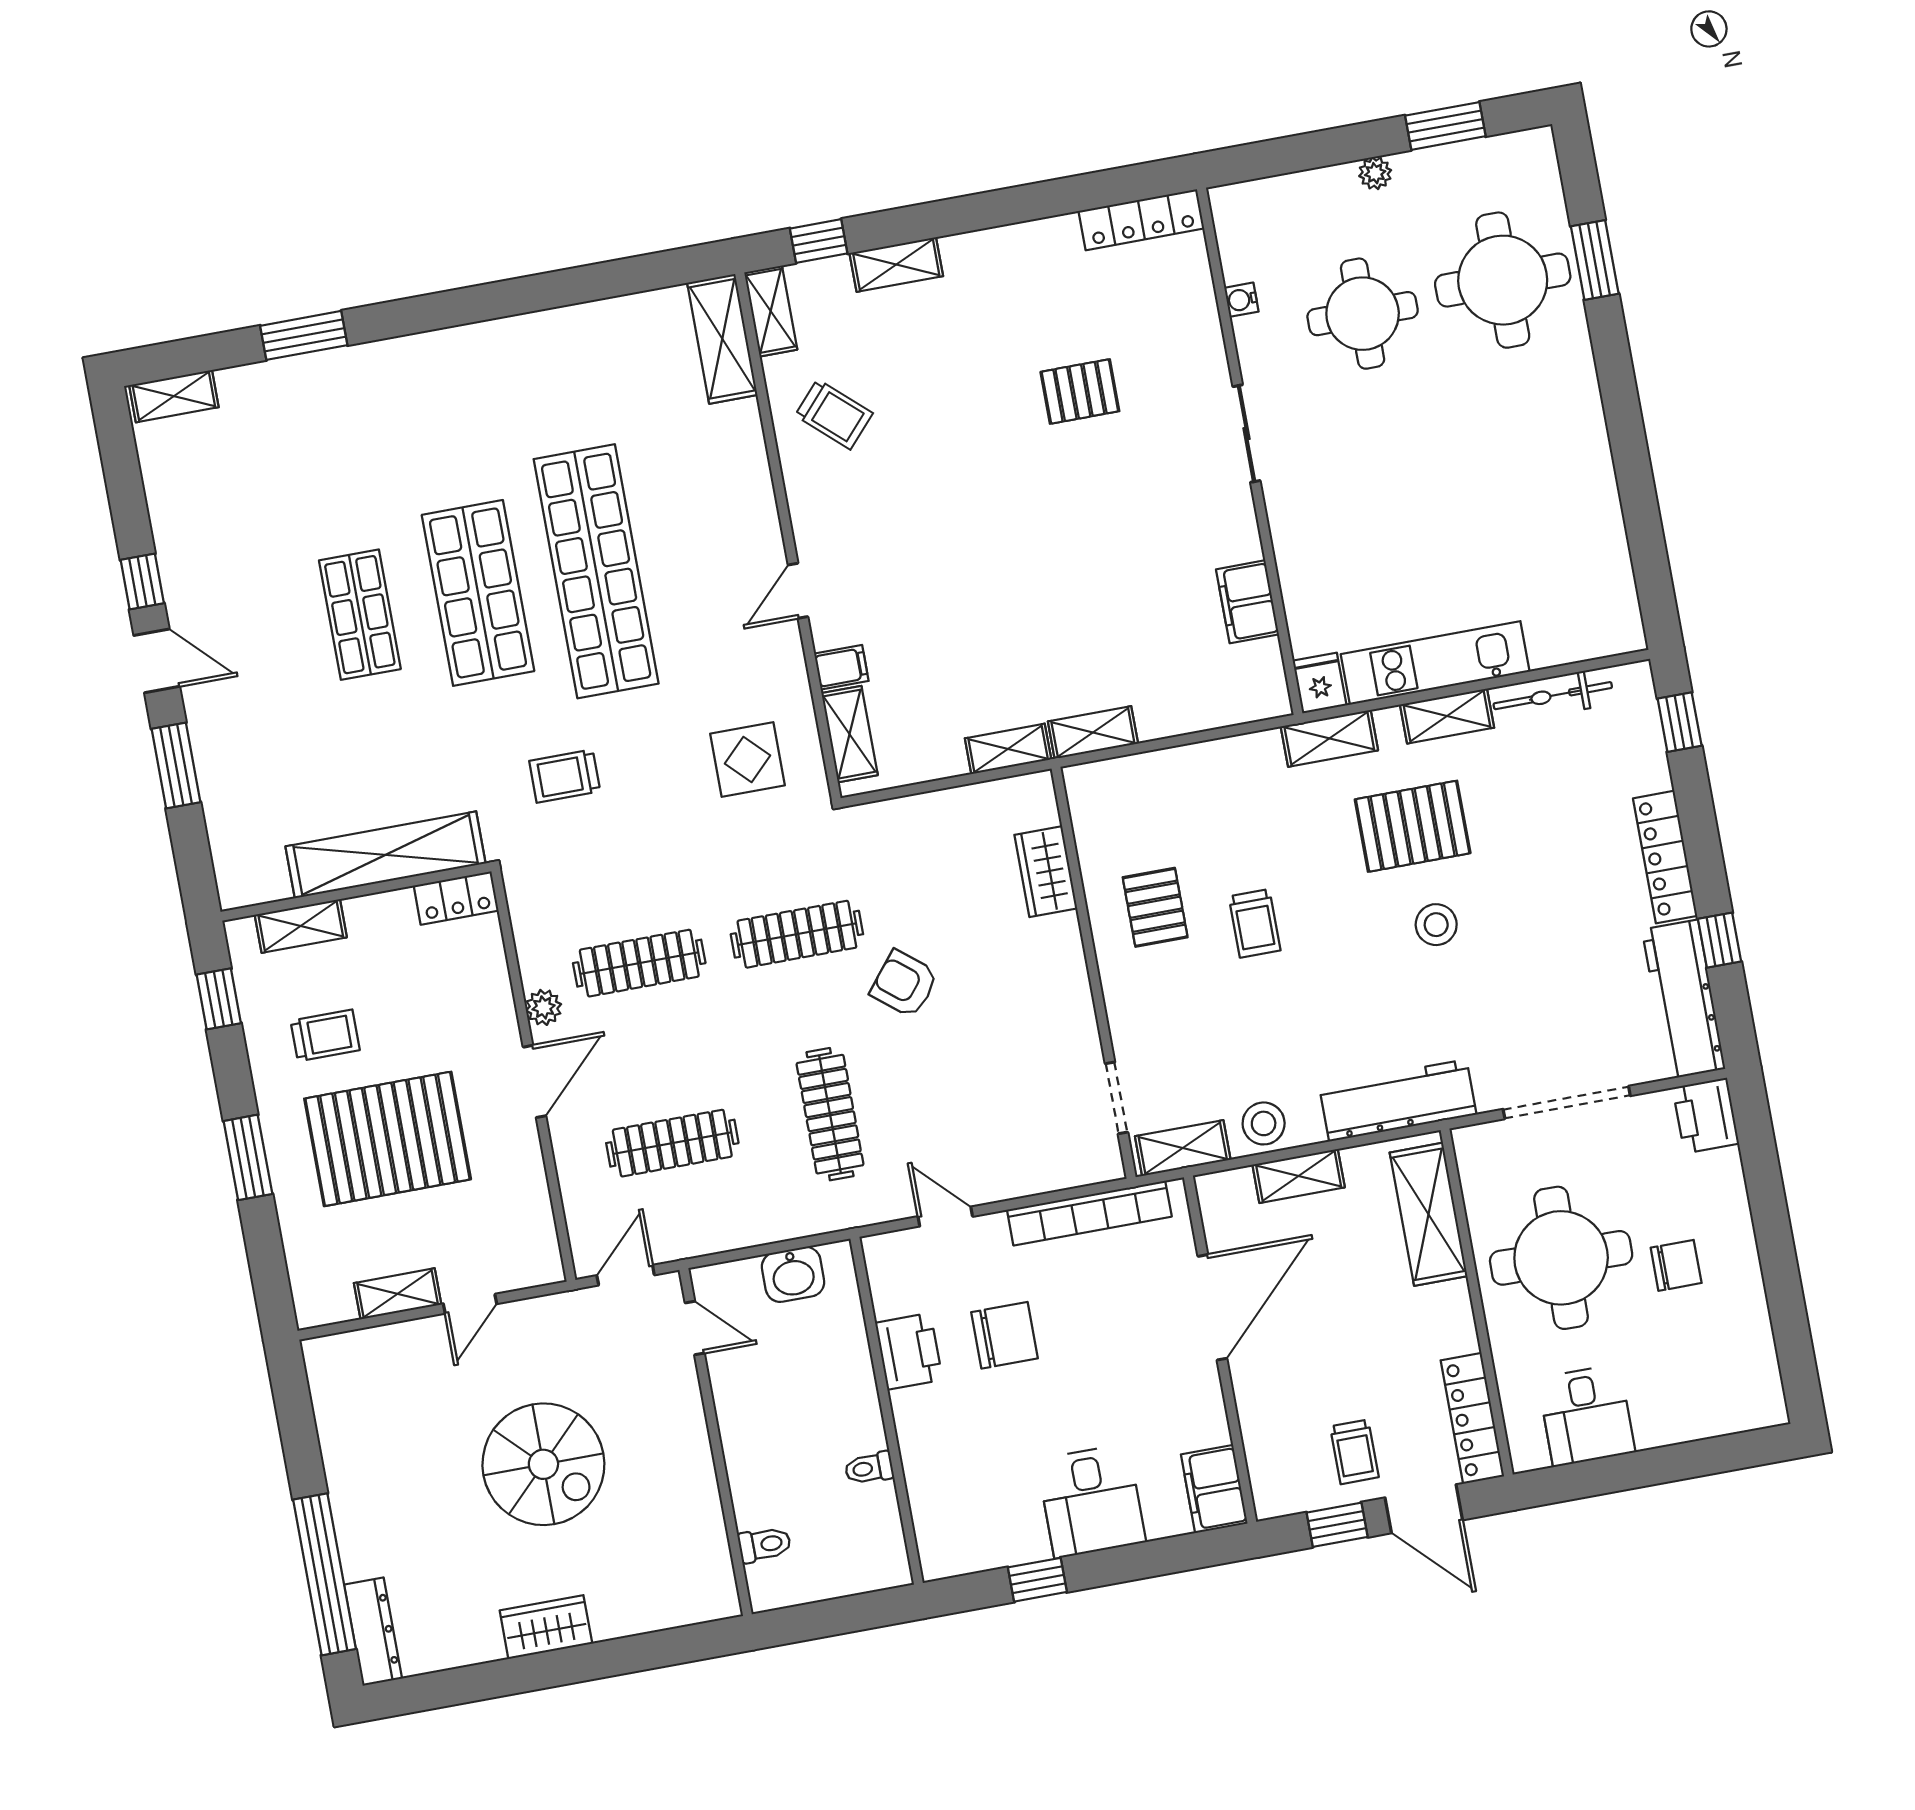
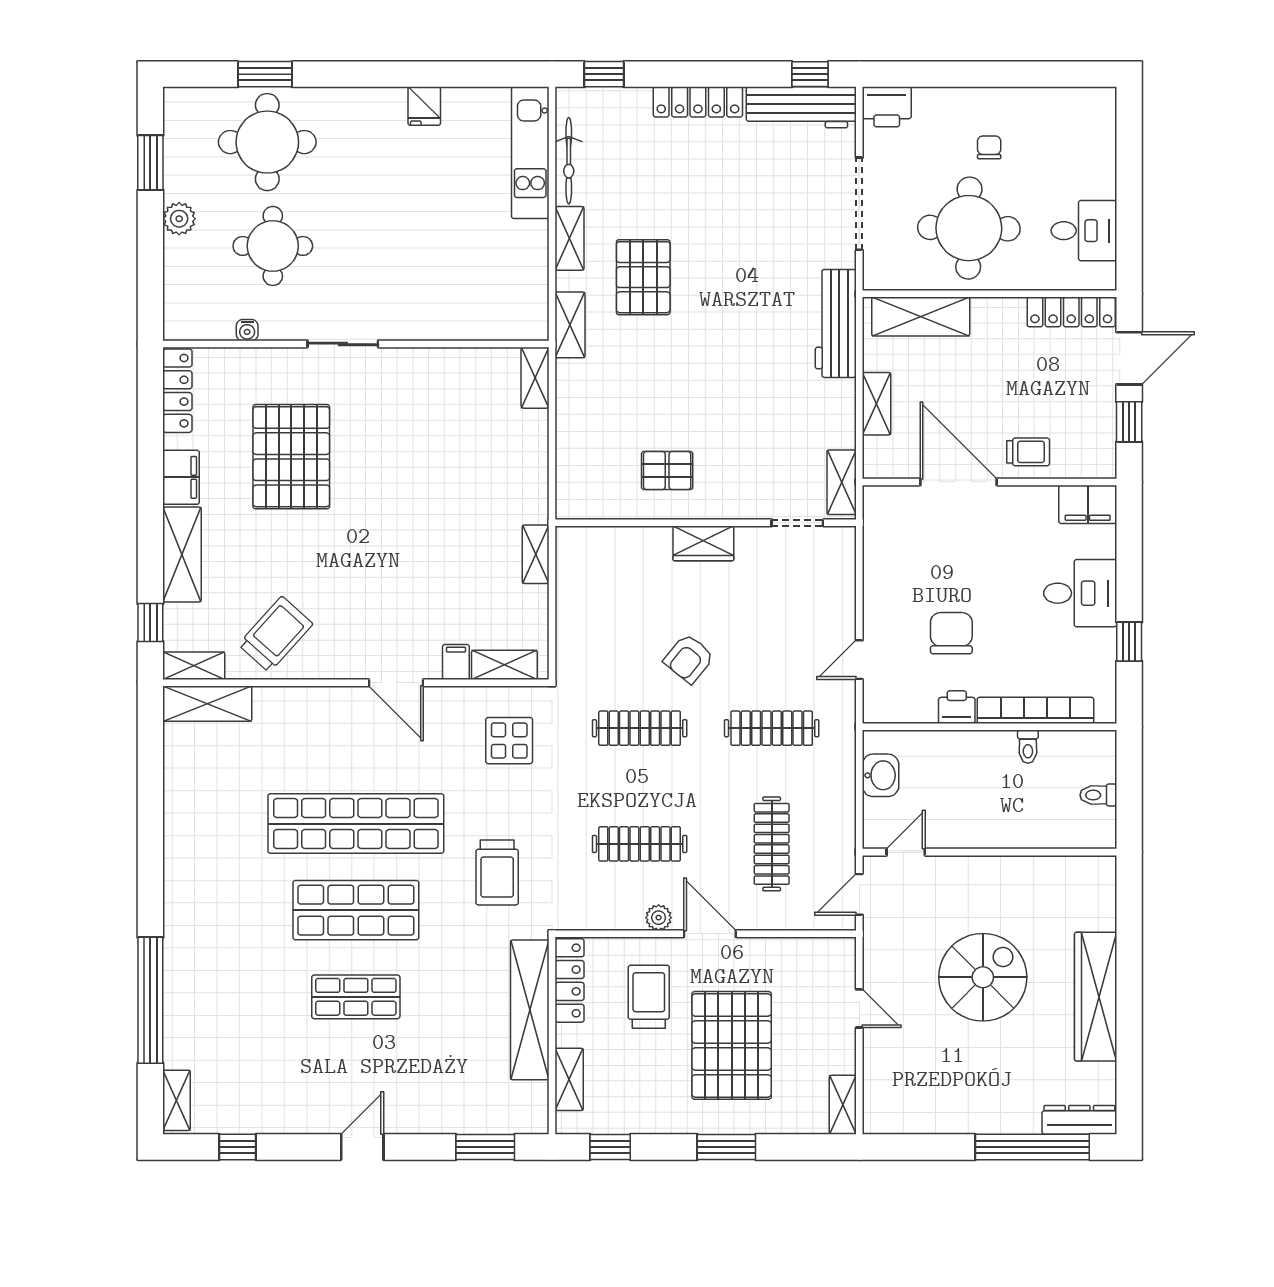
plant: (1375, 173) -> (179, 219), width x1.38, depth x1.38
shelving: (896, 264) -> (182, 555), width x1.50, depth x1.33
window: (304, 335) -> (150, 1000), width x2.11
pallet: (1080, 391) -> (291, 457), width x2.05, depth x2.00
trolley: (834, 414) -> (275, 634), width x1.36, depth x1.39
window: (142, 582) -> (238, 1147), moved
door: (798, 591) -> (396, 683), width x1.38
filing cabinet: (1247, 602) -> (181, 477), moved, turned -90
kitchen unit: (1435, 663) -> (530, 153), moved
fridge: (1320, 683) -> (424, 106), moved, turned -90
shelving: (1093, 733) -> (535, 378), moved
window: (176, 765) -> (485, 1147), moved
trolley: (565, 776) -> (497, 873), width x1.36, depth x1.39
wardrobe: (1046, 872) -> (703, 543), moved
locker: (456, 898) -> (569, 980), width x1.53
trolley: (1255, 923) -> (691, 402), removed
stool: (1436, 925) -> (716, 273), removed
clothes rail: (797, 934) -> (640, 728), turned 90
window: (1720, 940) -> (810, 74), moved
clothes rail: (639, 963) -> (640, 844), turned 90
trolley: (325, 1035) -> (649, 997), moved, width x1.36, depth x1.39
stool: (1264, 1123) -> (835, 422), removed
bookcase: (1089, 1213) -> (1035, 710), moved, turned -90
chair: (1676, 1265) -> (989, 147), width x0.73, depth x0.73
door: (626, 1275) -> (859, 894), hinge flipped
shelving: (398, 1294) -> (843, 1105), moved
printer: (909, 1351) -> (957, 707), width x0.73, depth x0.81
trolley: (1354, 1452) -> (1028, 452), moved
toilet: (764, 1545) -> (1098, 795), moved, turned -90
wardrobe: (546, 1627) -> (1096, 997), width x2.10, depth x1.17

